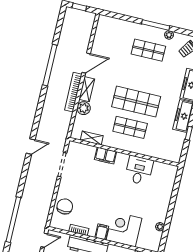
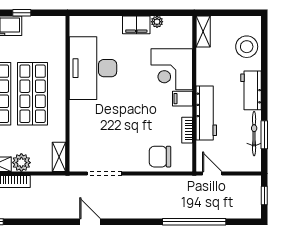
shop shelf: (130, 127) -> (33, 94), width x1.43, depth x1.36
shelving: (92, 138) -> (59, 157), moved
filing cabinet: (106, 156) -> (136, 25), moved, turned 90
desk: (139, 170) -> (93, 68), width x1.87, depth x1.30

